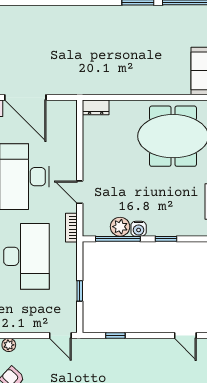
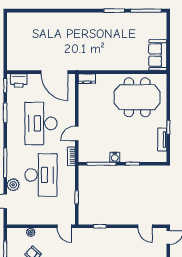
door: (25, 97) -> (54, 72), moved
door: (80, 192) -> (77, 133), hinge flipped
plant: (120, 227) -> (103, 156), removed

